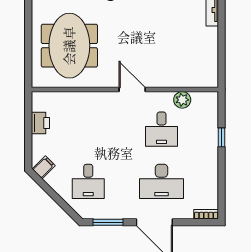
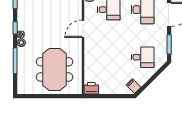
meeting table: (69, 46) -> (55, 69), turned 90
printer: (40, 123) -> (91, 88), moved

